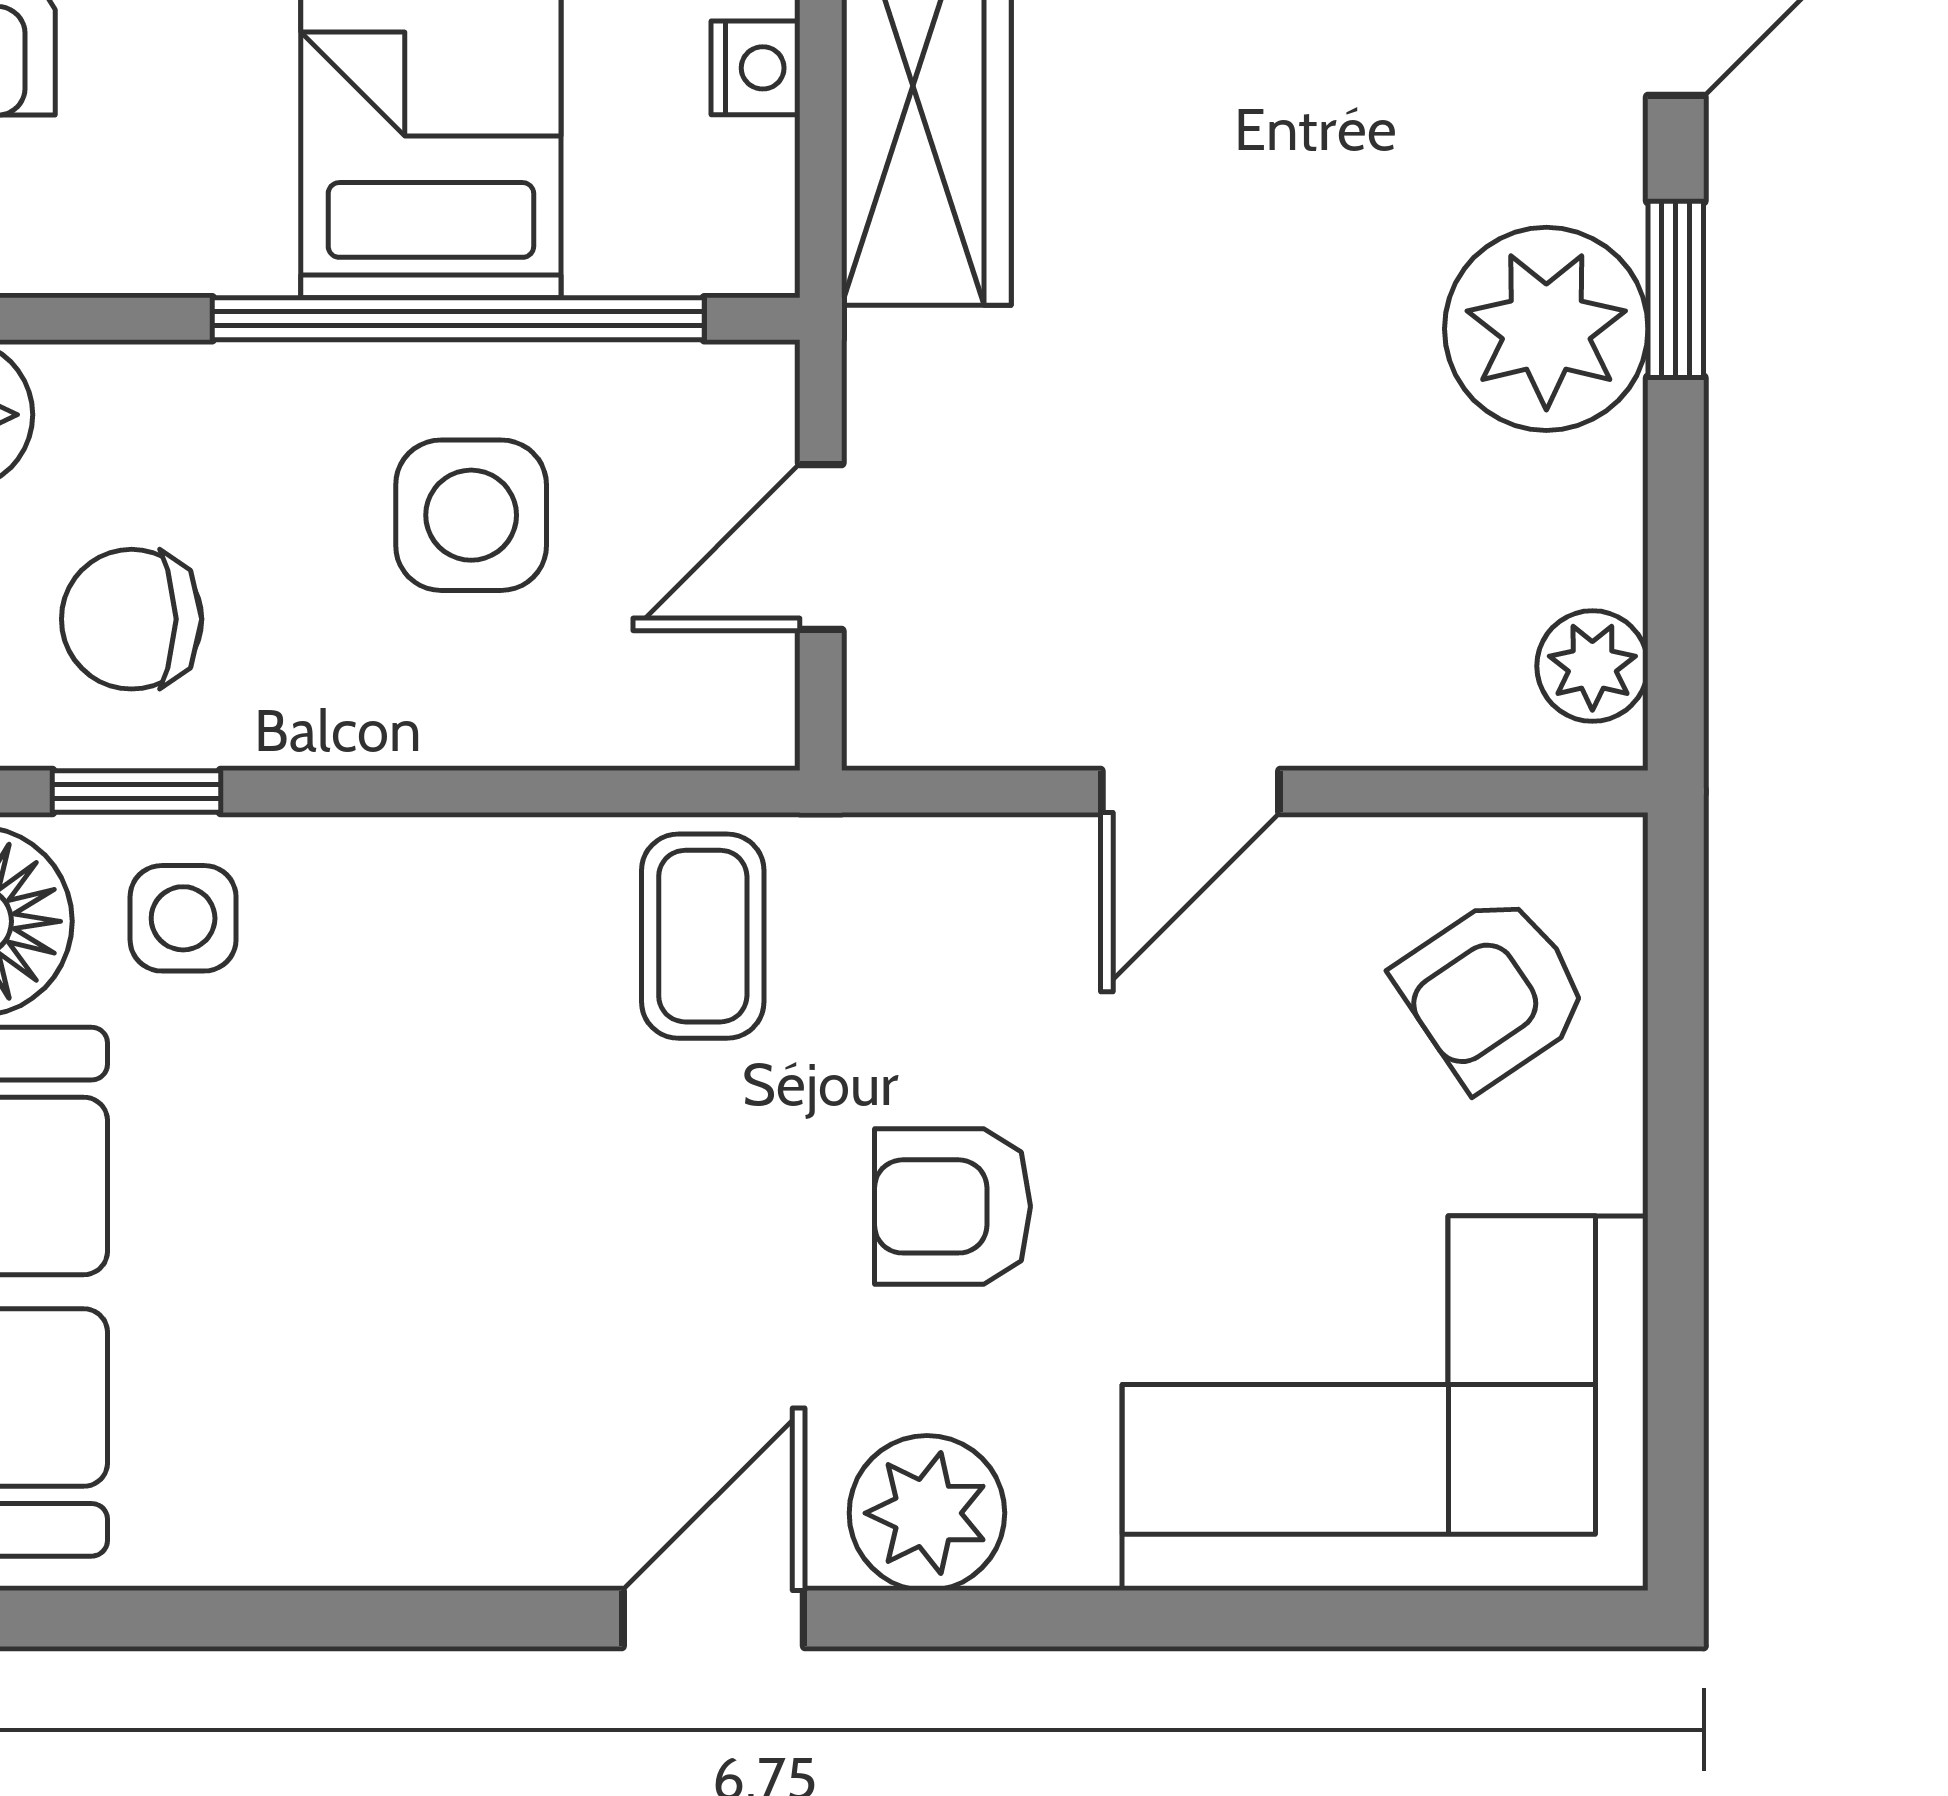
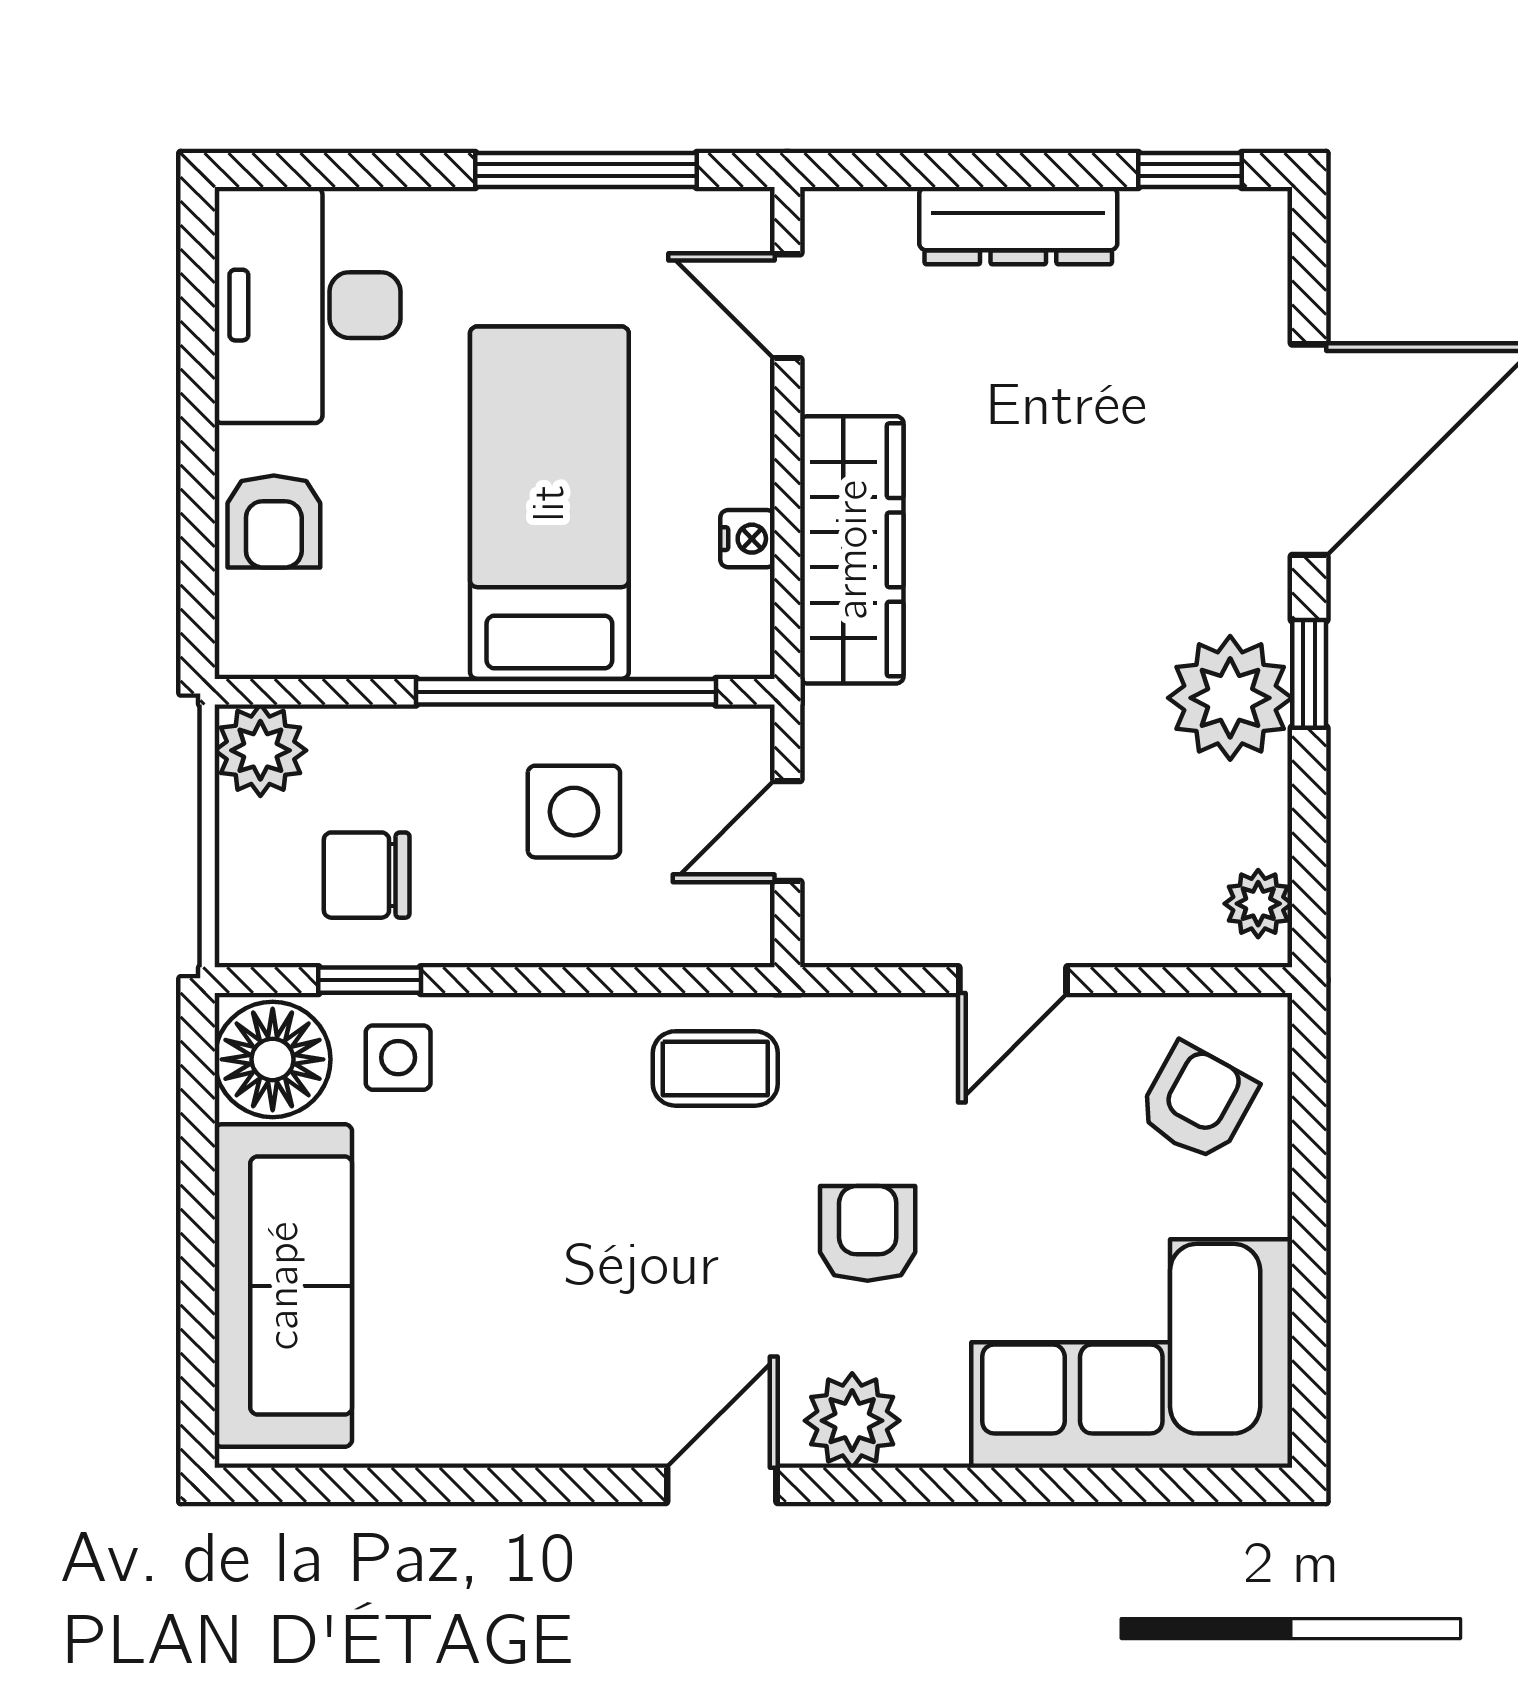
coffee table: (703, 936) -> (715, 1068), turned 90
armchair: (1493, 991) -> (1197, 1102), turned 153
armchair: (953, 1206) -> (868, 1233), turned 90

